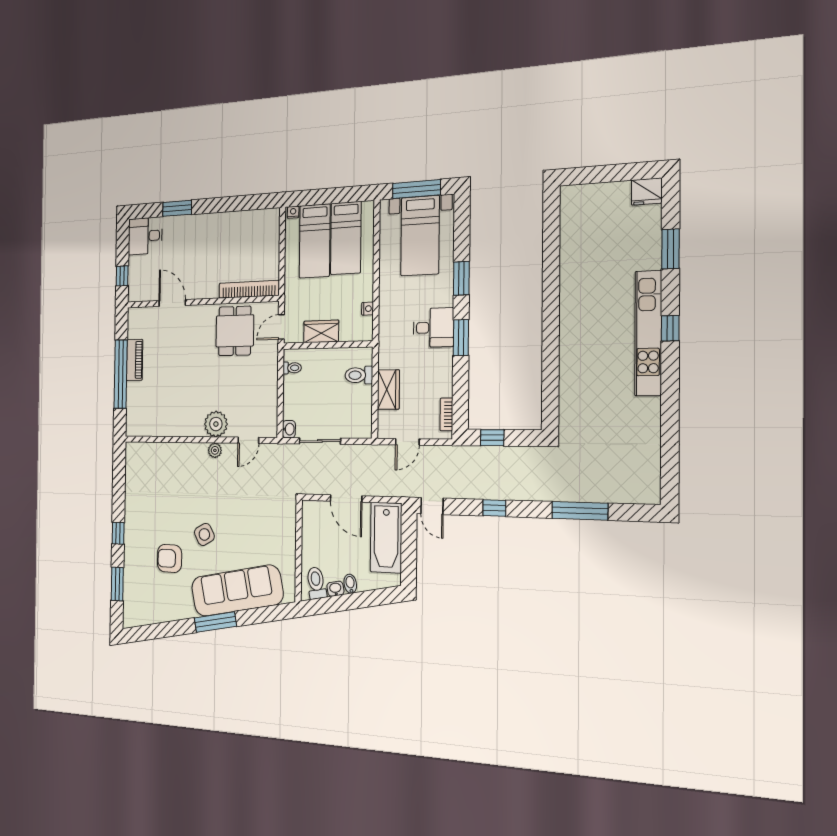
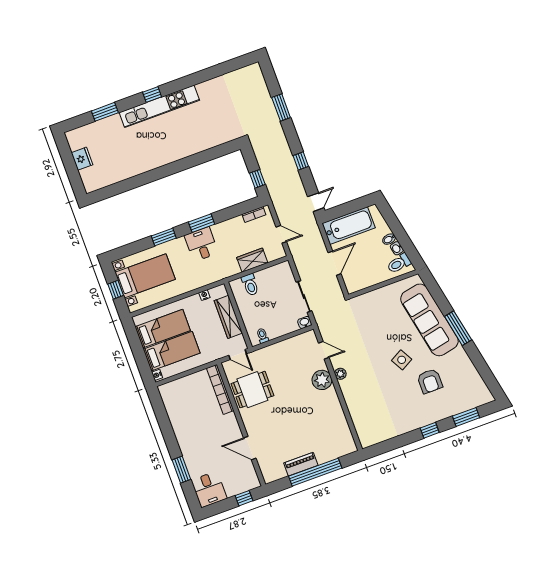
window: (416, 189) -> (116, 290), width x0.46
fridge: (647, 192) -> (82, 159), moved
door: (172, 303) -> (250, 448), hinge flipped
wardrobe: (321, 331) -> (228, 317), width x1.50
window: (580, 511) -> (281, 107), width x0.69

